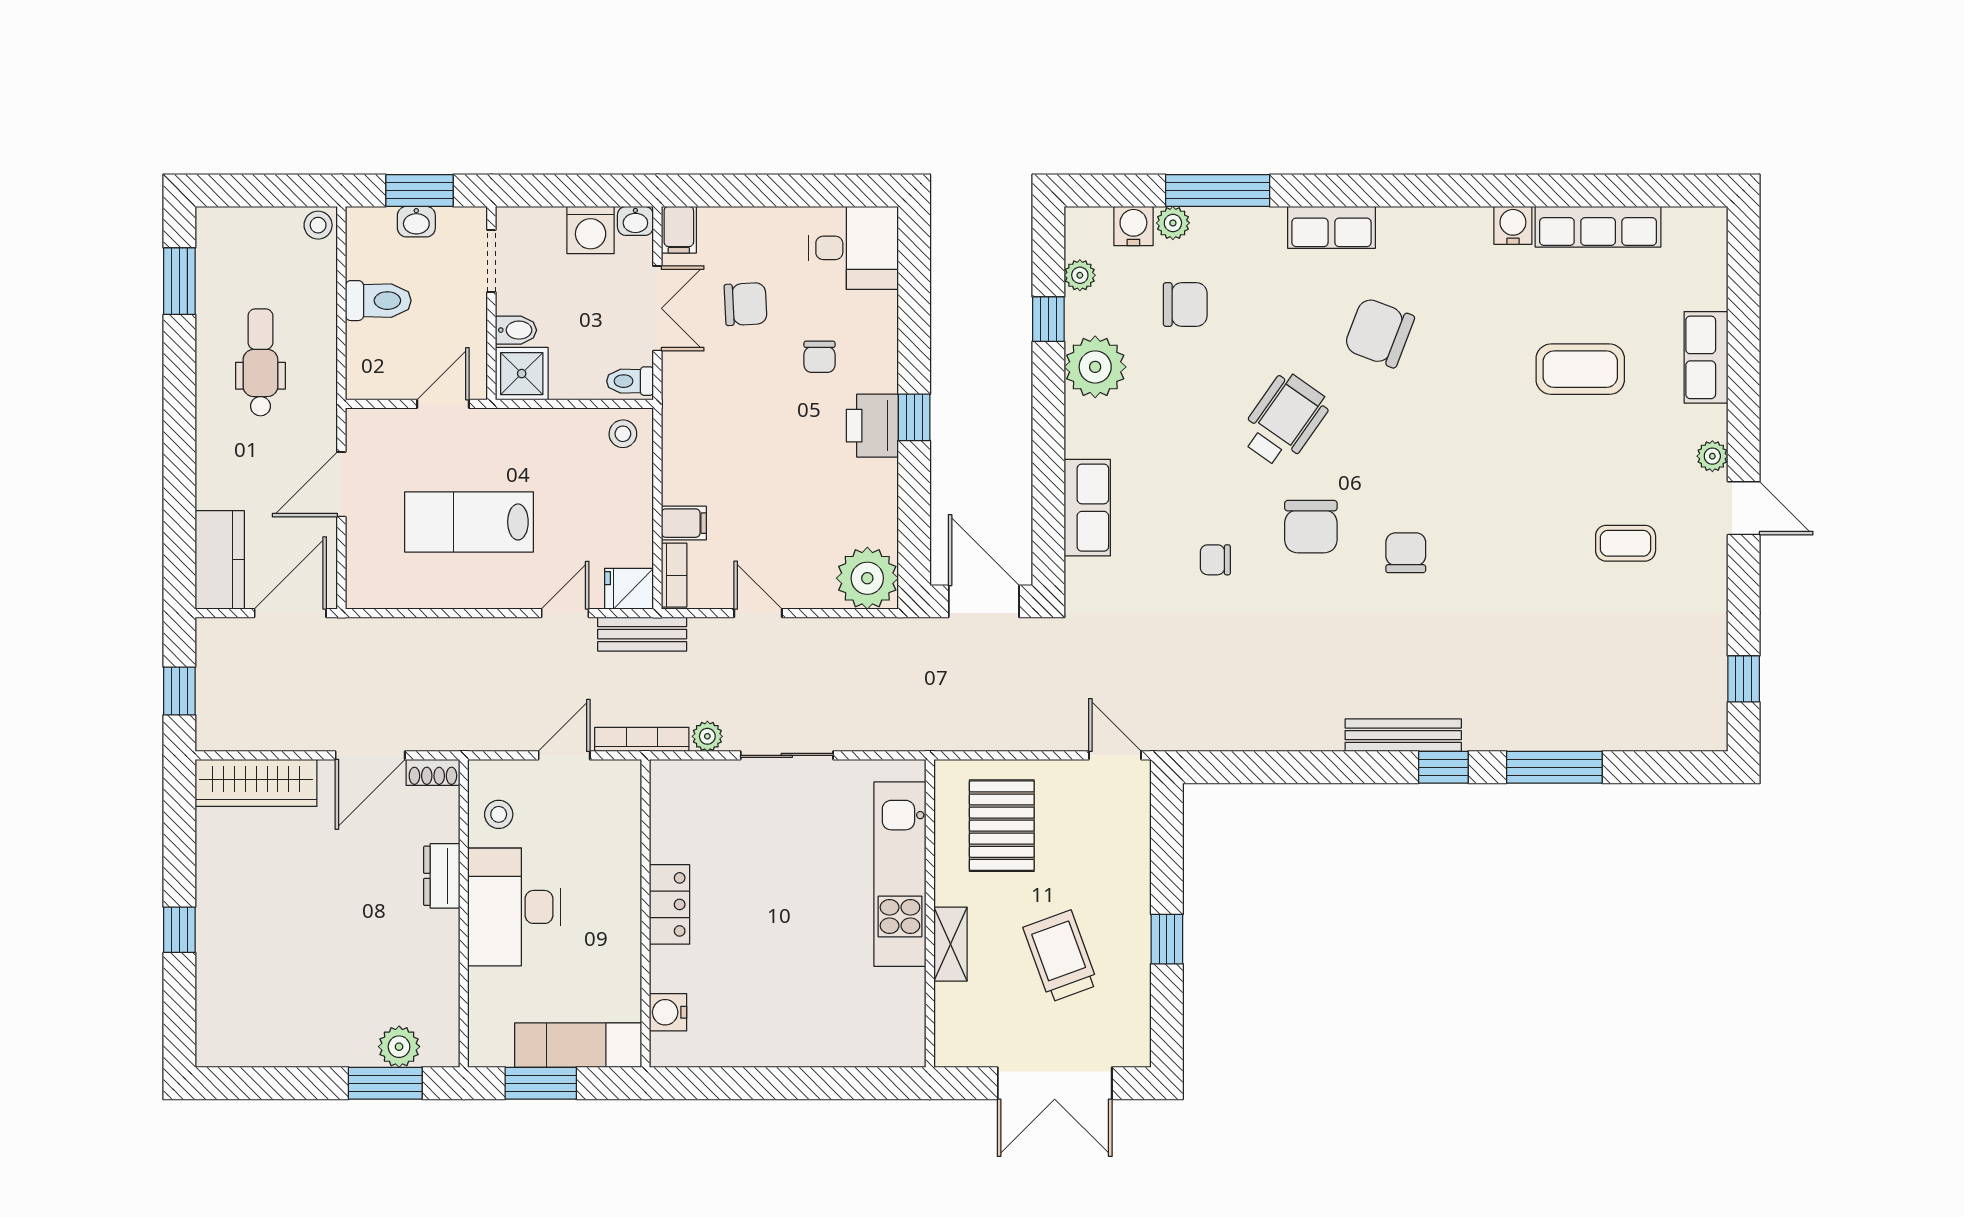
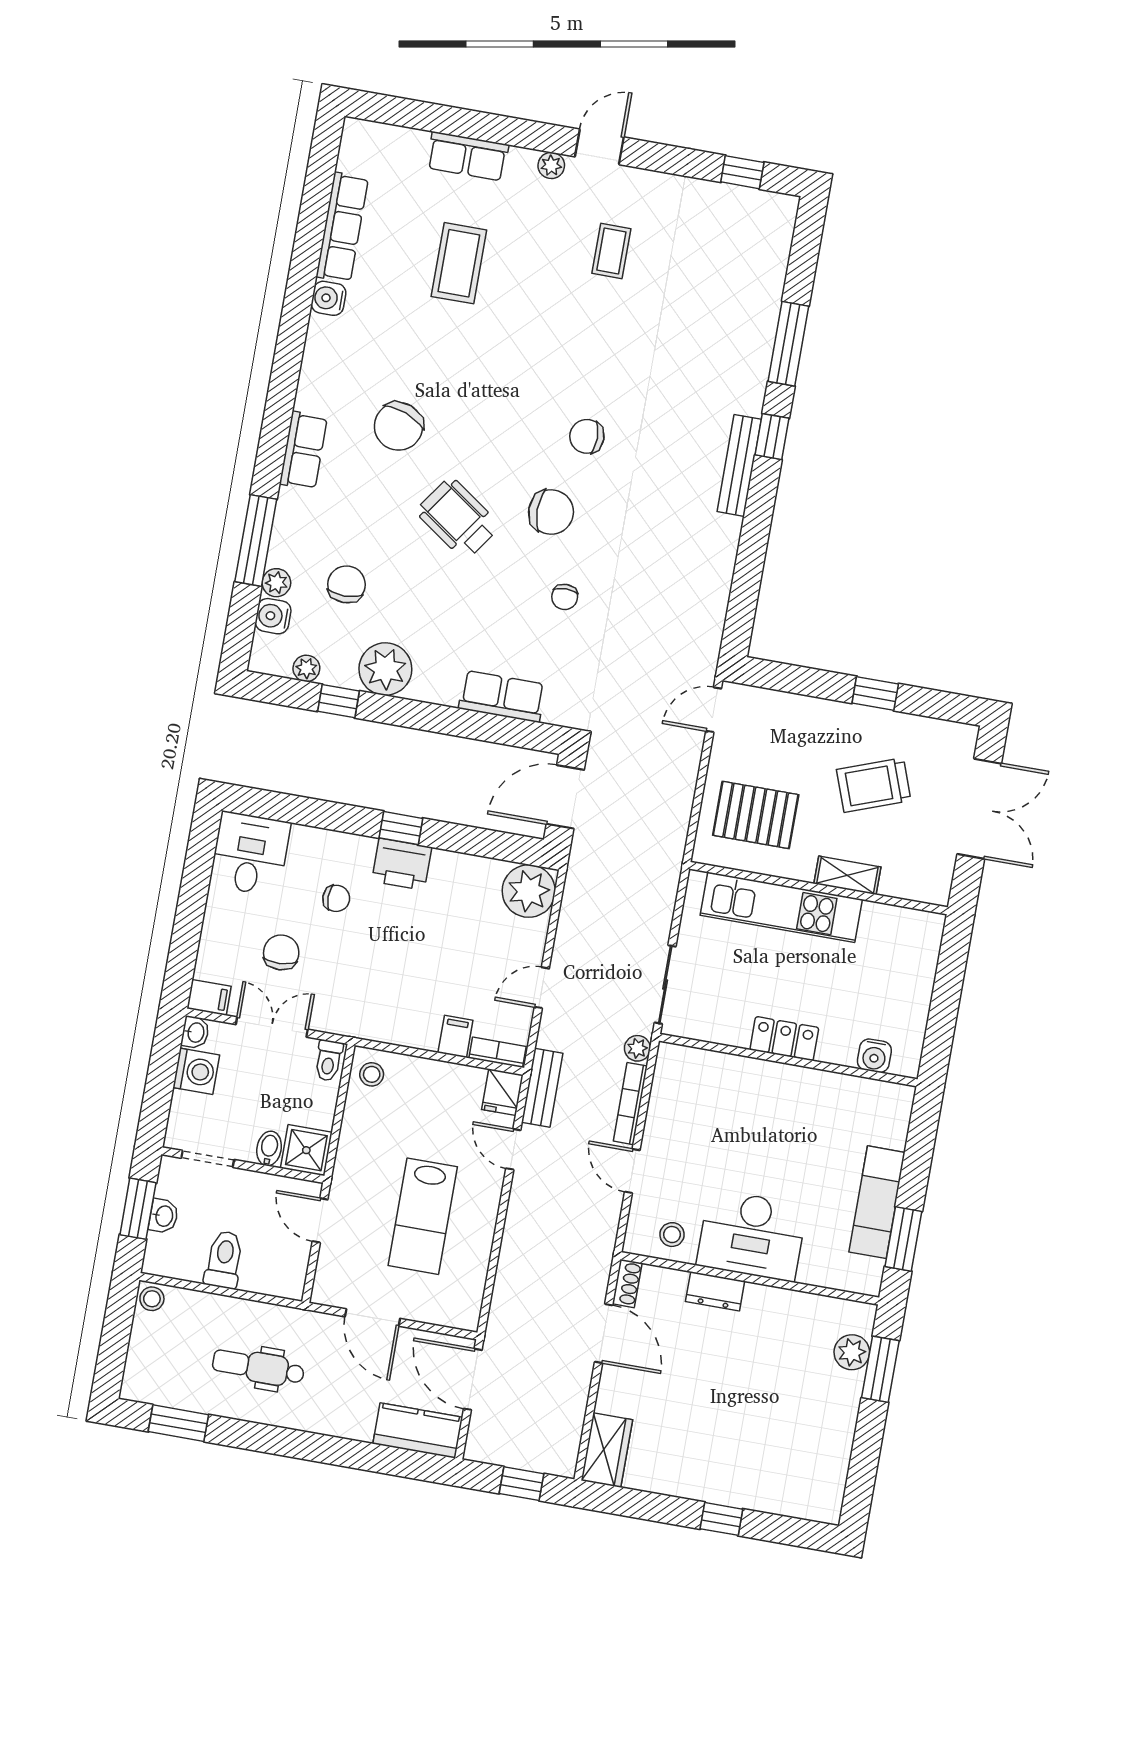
wardrobe: (256, 783) -> (607, 1450), width x0.67
locker: (670, 904) -> (784, 1039), moved
wall: (645, 913) -> (788, 1060), moved
water cooler: (668, 1012) -> (874, 1056), moved

